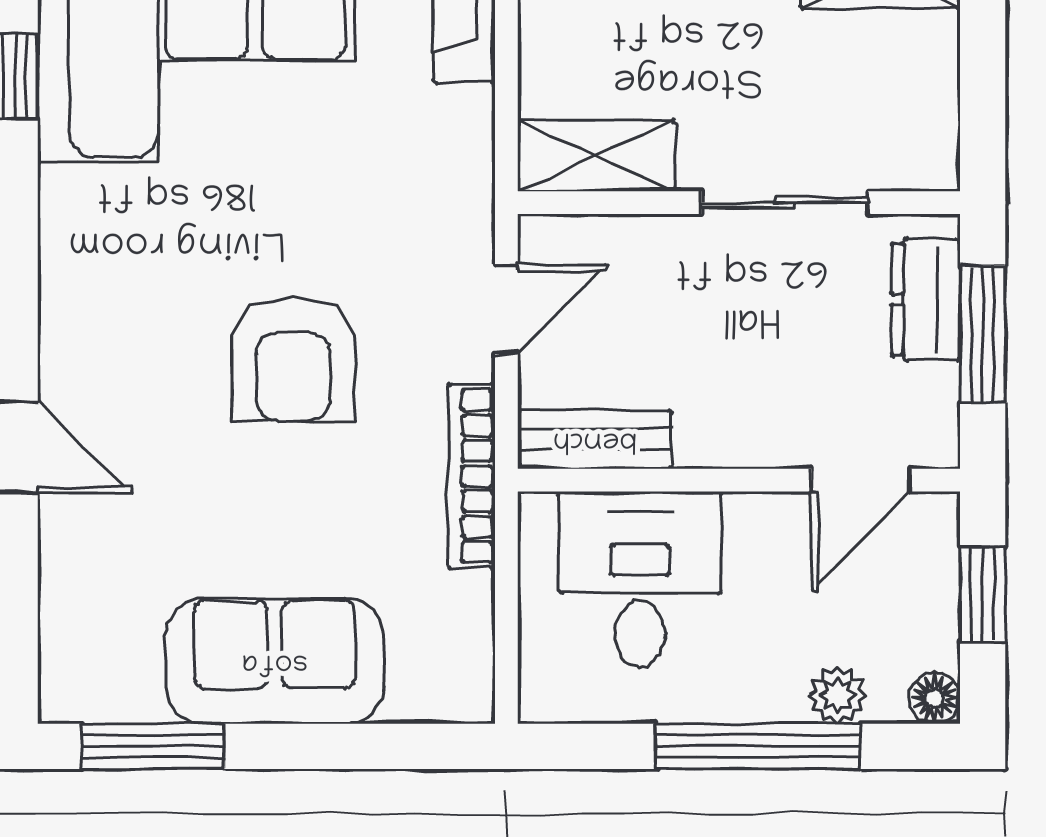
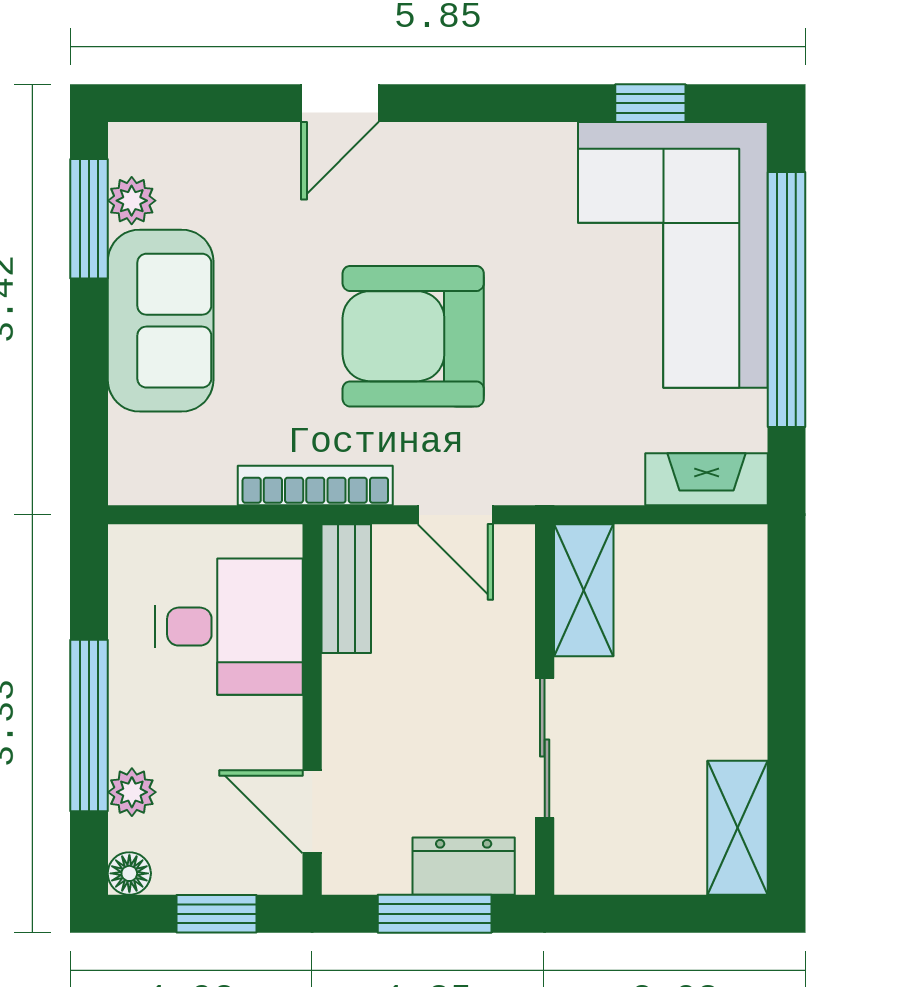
armchair: (293, 359) -> (413, 336), width x1.36, depth x1.36
plant: (132, 695) -> (132, 201), added

